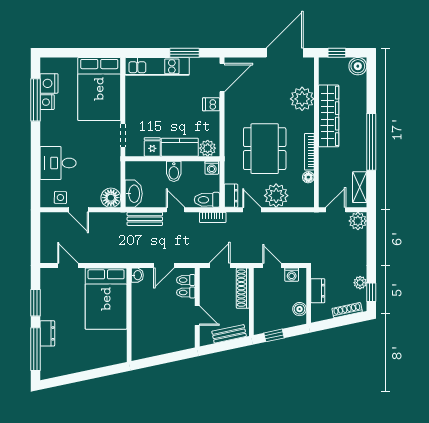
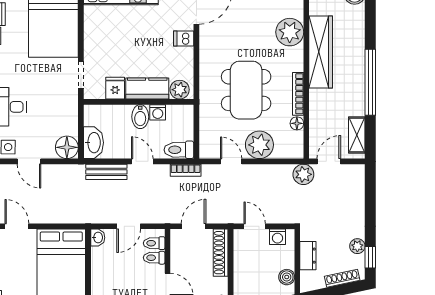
washing machine: (212, 168) -> (158, 112), moved
dresser: (231, 196) -> (207, 145), removed
plant: (358, 221) -> (303, 174), moved

